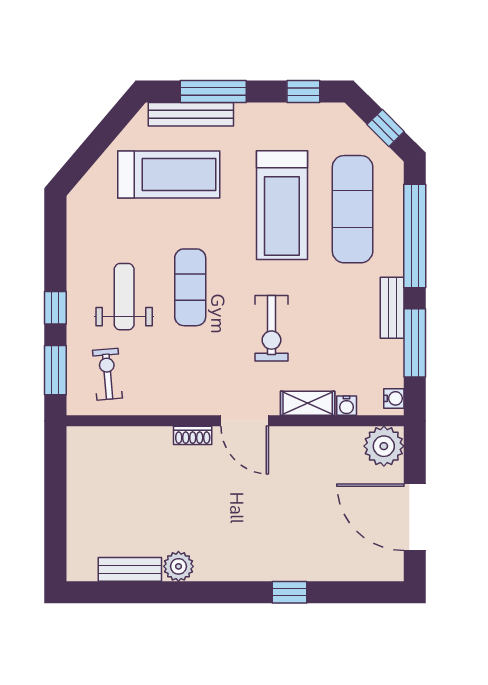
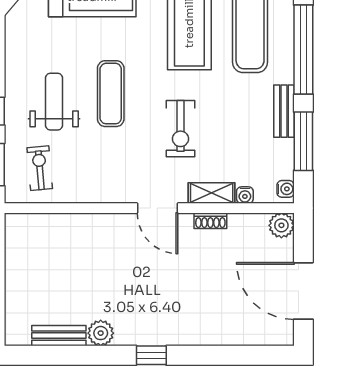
shoe rack: (193, 435) -> (210, 221), moved
plant: (384, 446) -> (281, 225), width x0.73, depth x0.73
window: (290, 592) -> (151, 355), moved

